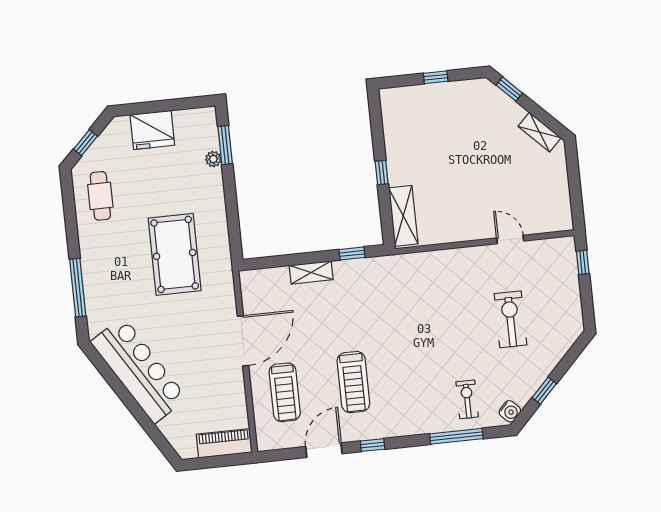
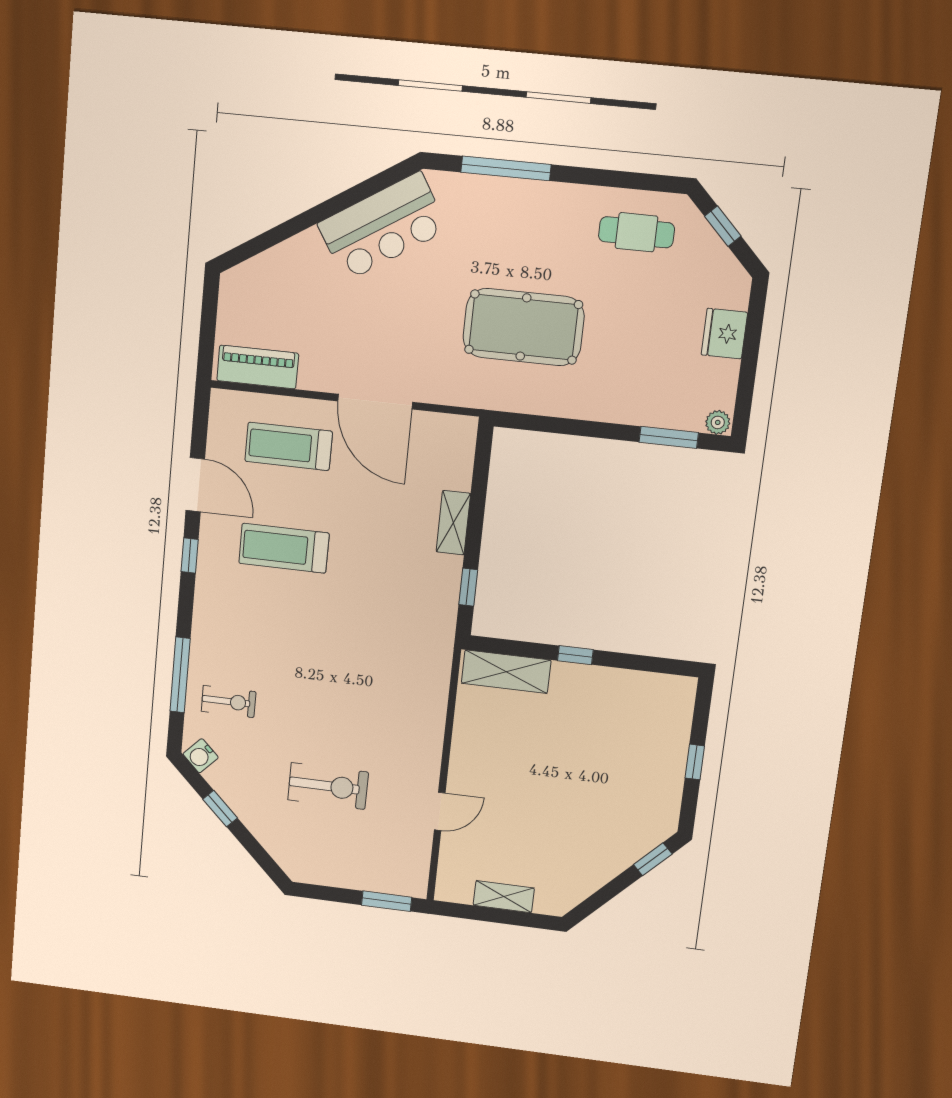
fridge: (152, 130) -> (724, 334), width x0.73, depth x0.75
shelving: (539, 132) -> (504, 897), moved, turned 45
plant: (213, 159) -> (718, 422), moved
window: (583, 262) -> (387, 901), width x1.50
bar counter: (139, 370) -> (383, 227), width x0.73
piano: (224, 443) -> (258, 367), moved, turned -90

